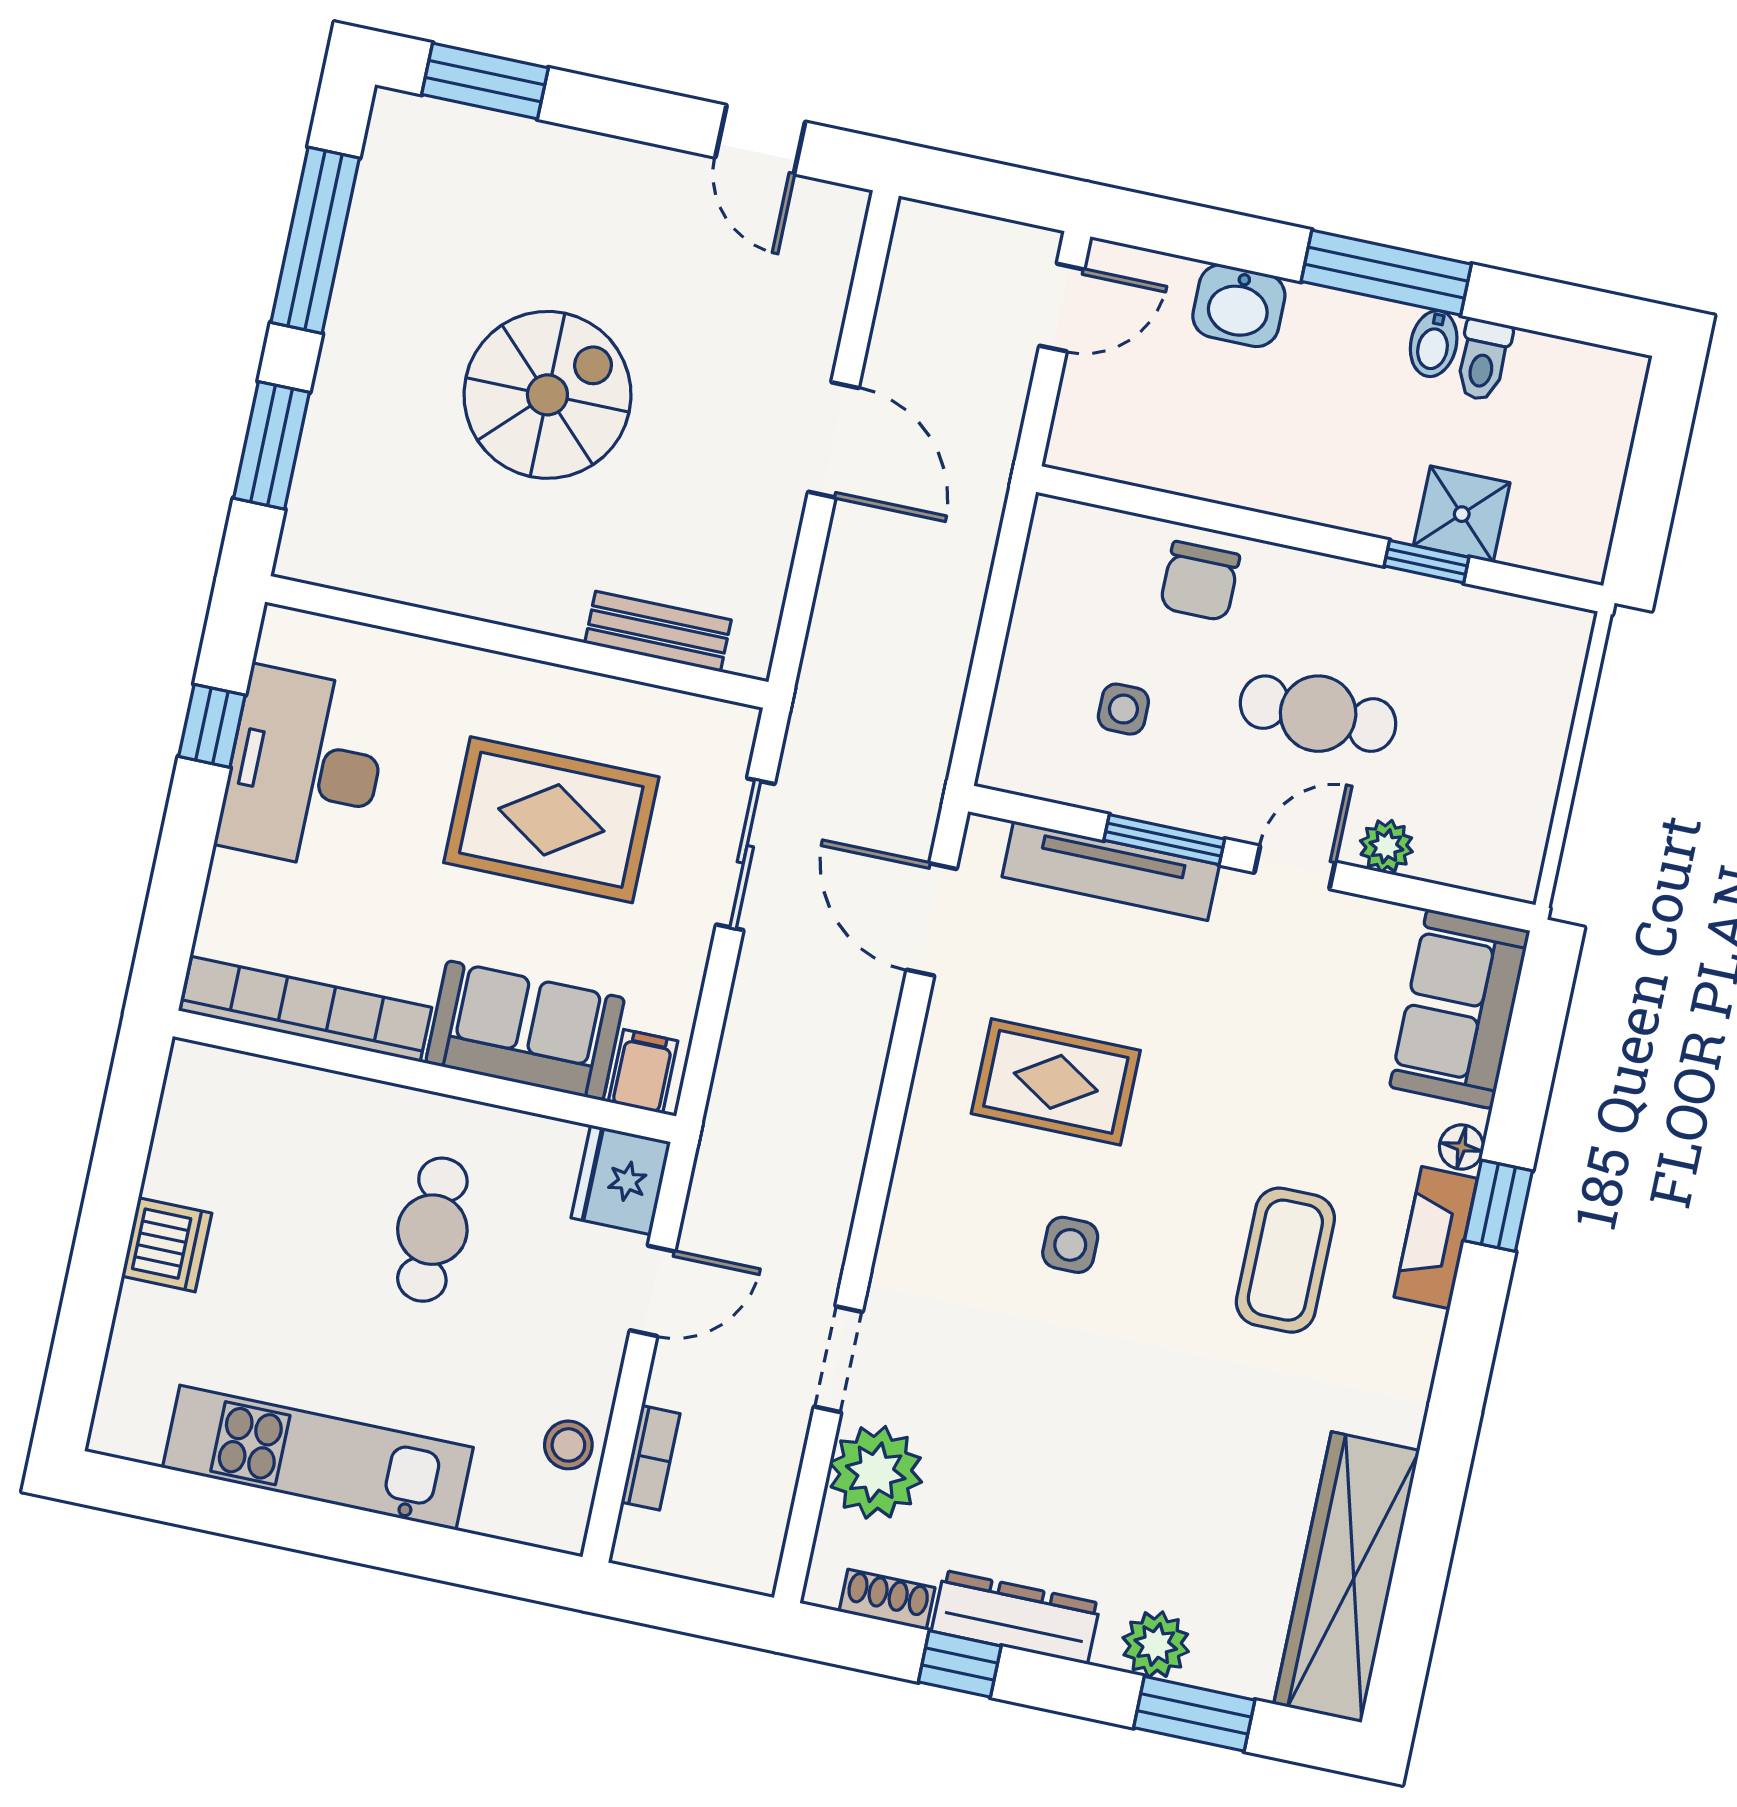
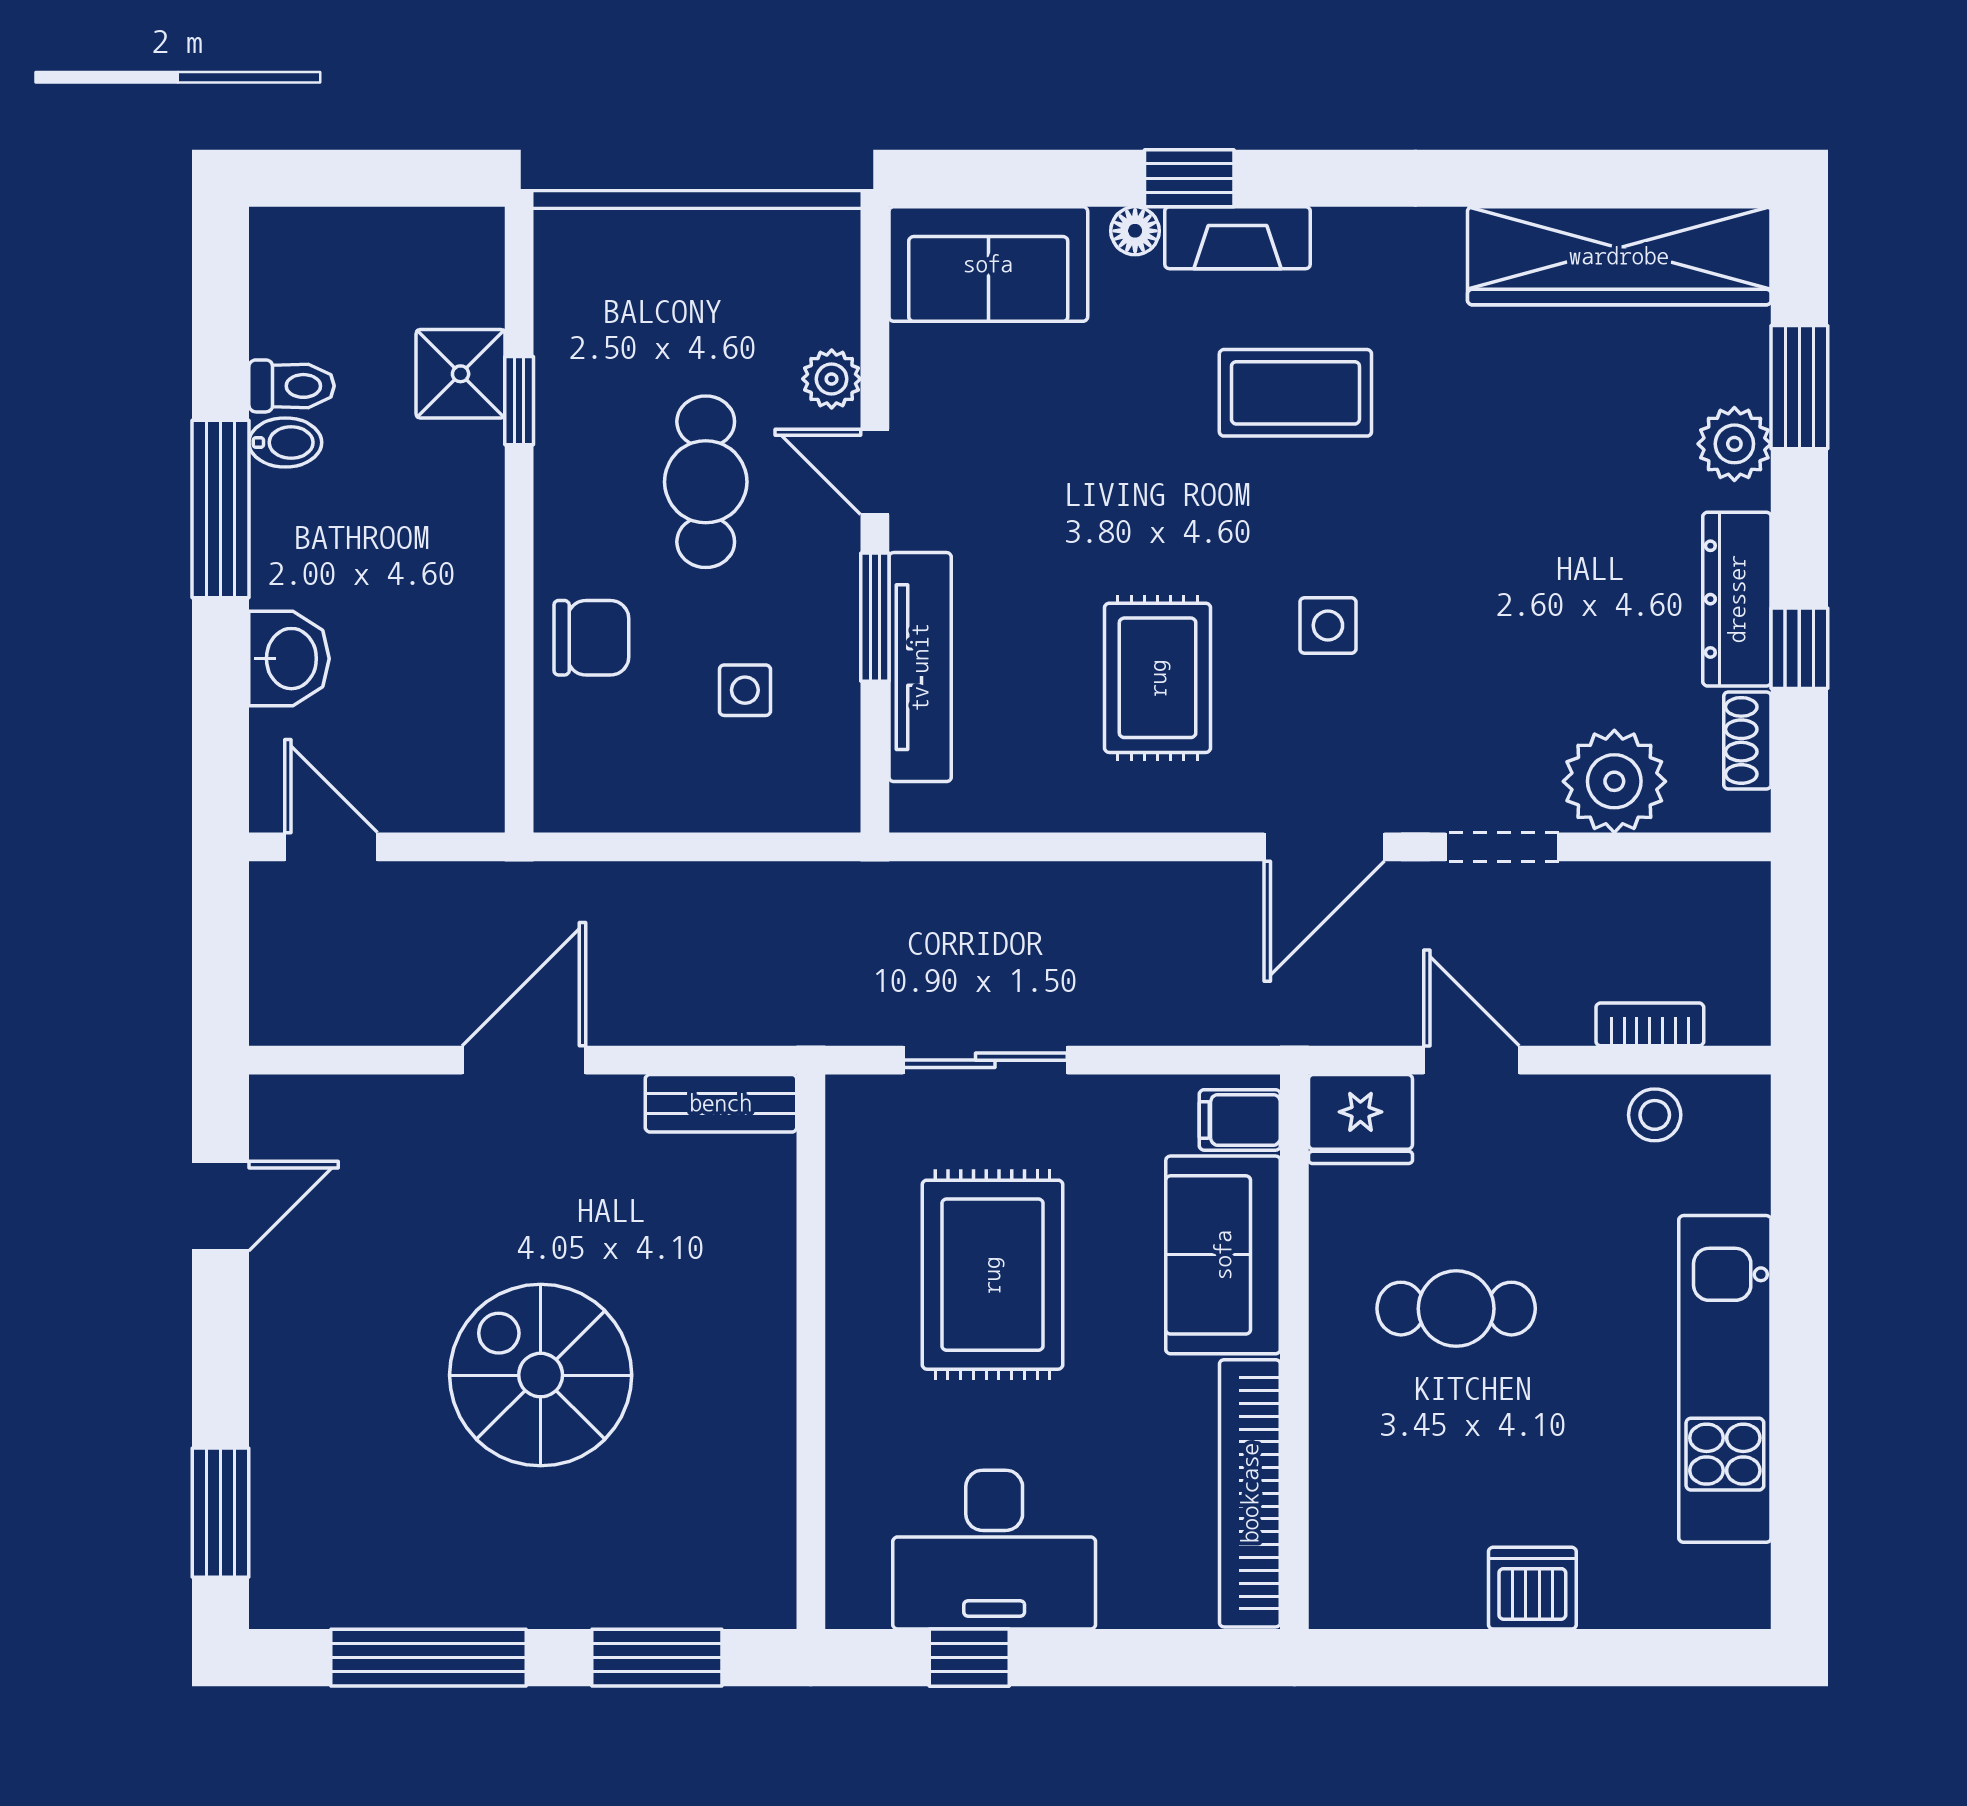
bench: (658, 631) -> (721, 1103), moved, turned 90
door: (932, 919) -> (1324, 847), moved

